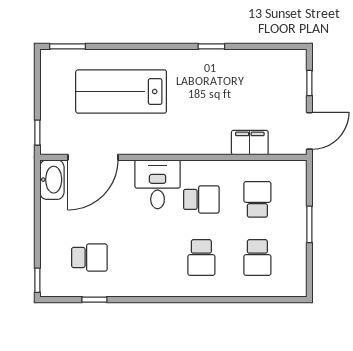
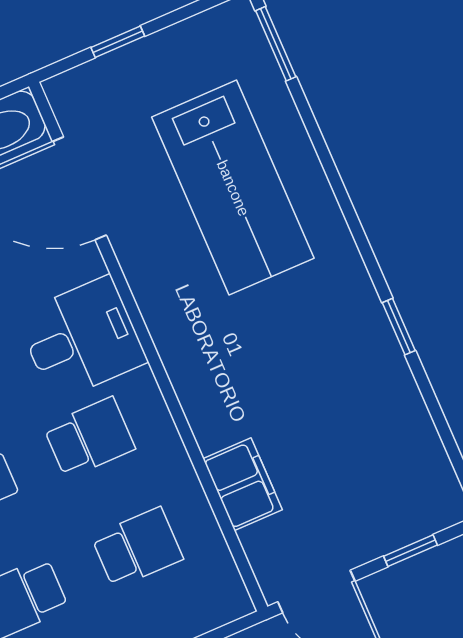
lab bench: (121, 92) -> (233, 188), turned 180
window: (37, 133) -> (118, 42), moved
school desk: (201, 199) -> (89, 438), turned -90

